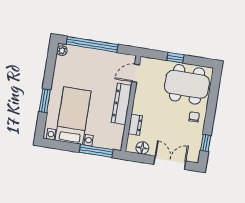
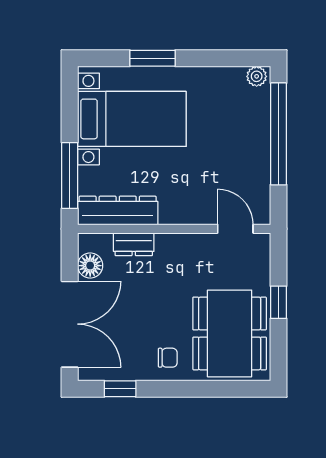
dresser: (122, 104) -> (118, 211), moved
double door: (170, 163) -> (70, 324), width x1.37

